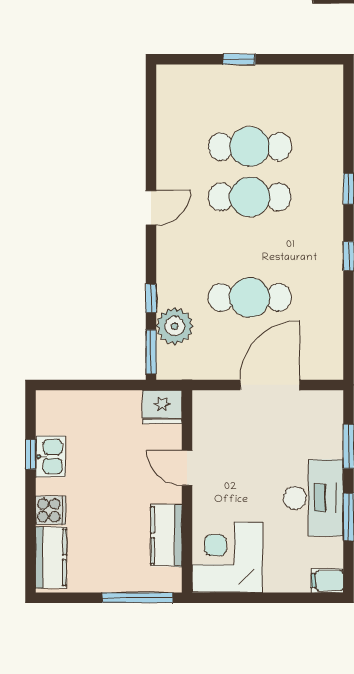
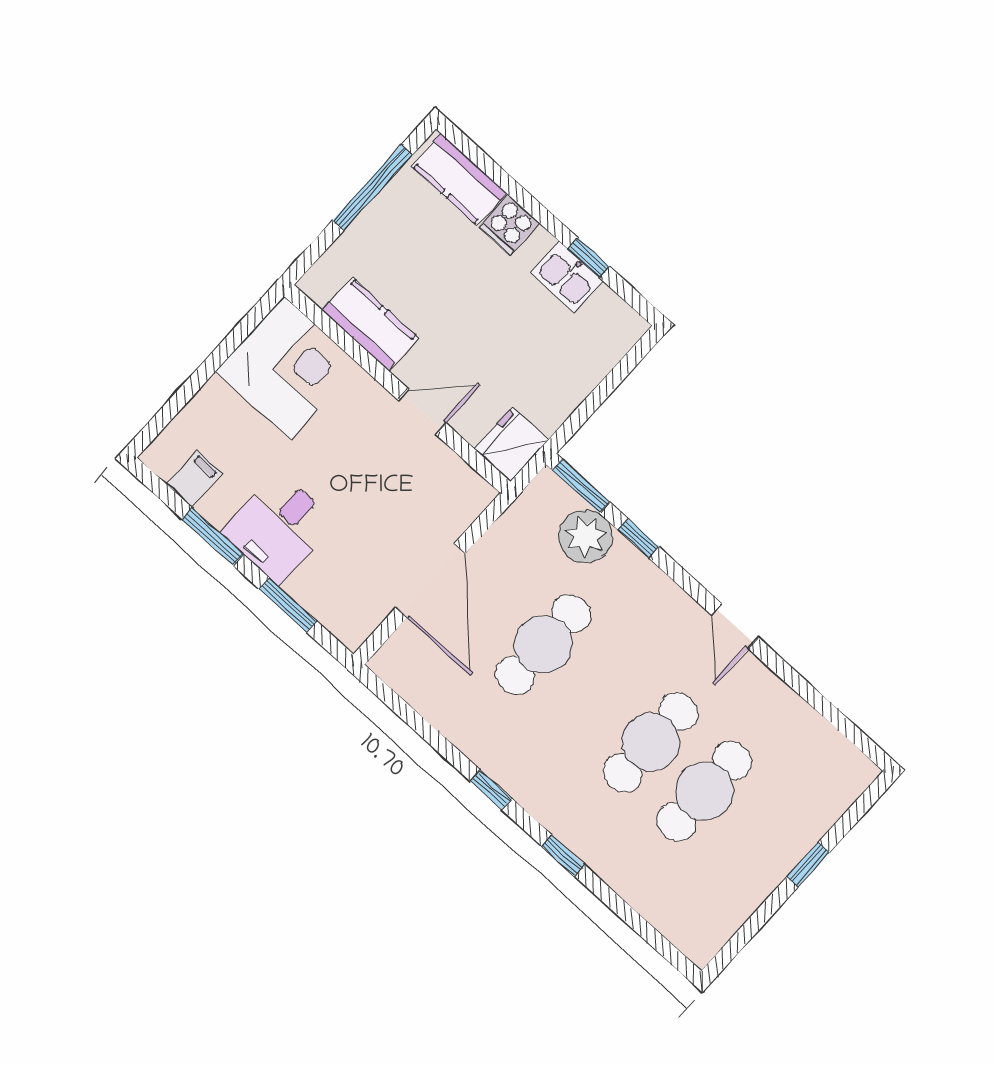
desk: (313, 498) -> (278, 528), width x0.73
filing cabinet: (327, 581) -> (194, 479), moved
window: (138, 598) -> (372, 188), moved

